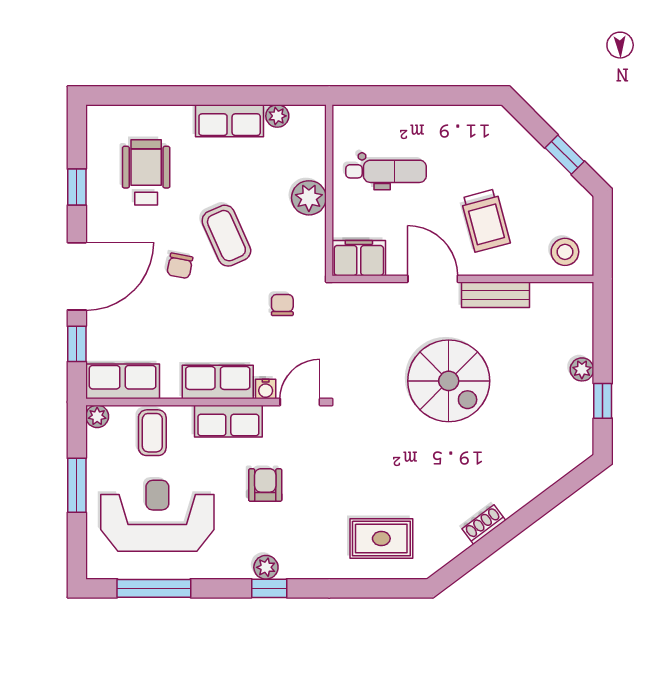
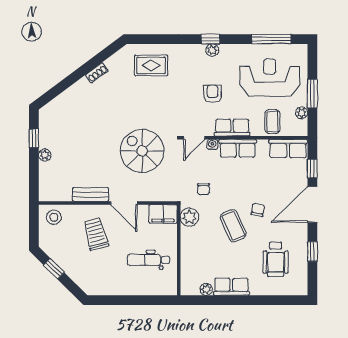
plant: (309, 198) -> (189, 217), moved
spiral stairs: (449, 381) -> (142, 151), moved
plant: (97, 416) -> (302, 113), moved
armchair: (265, 485) -> (213, 94), turned 180
reception desk: (157, 516) -> (270, 77), turned 180

